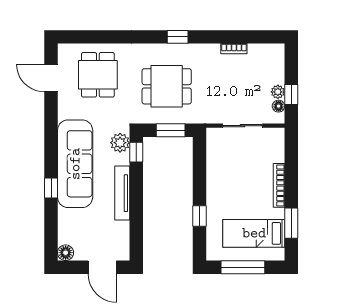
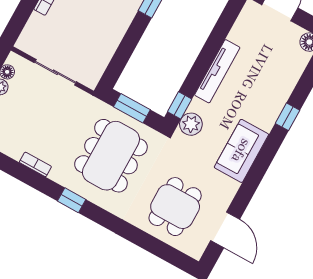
bookcase: (234, 49) -> (35, 164), moved
dining table: (167, 86) -> (111, 156), width x1.37
sofa: (75, 164) -> (241, 151), width x0.54, depth x0.79

